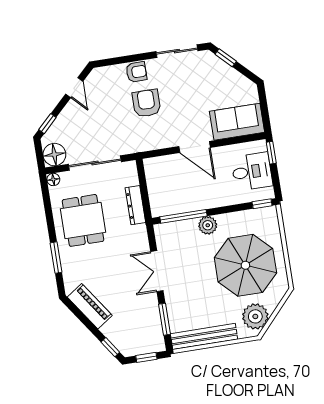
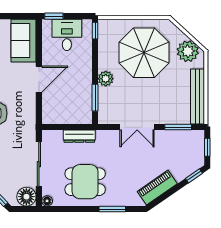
window: (183, 216) -> (95, 98), width x0.69

